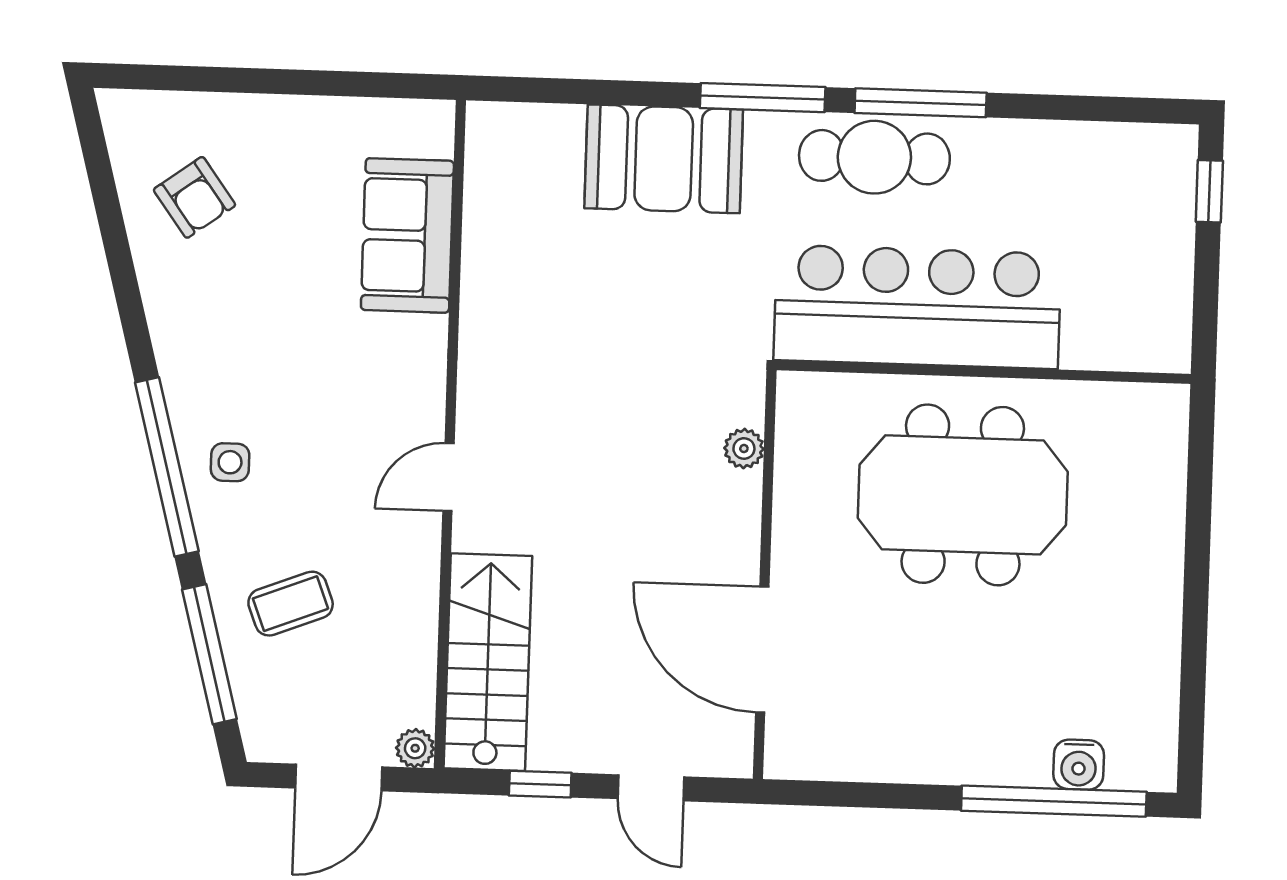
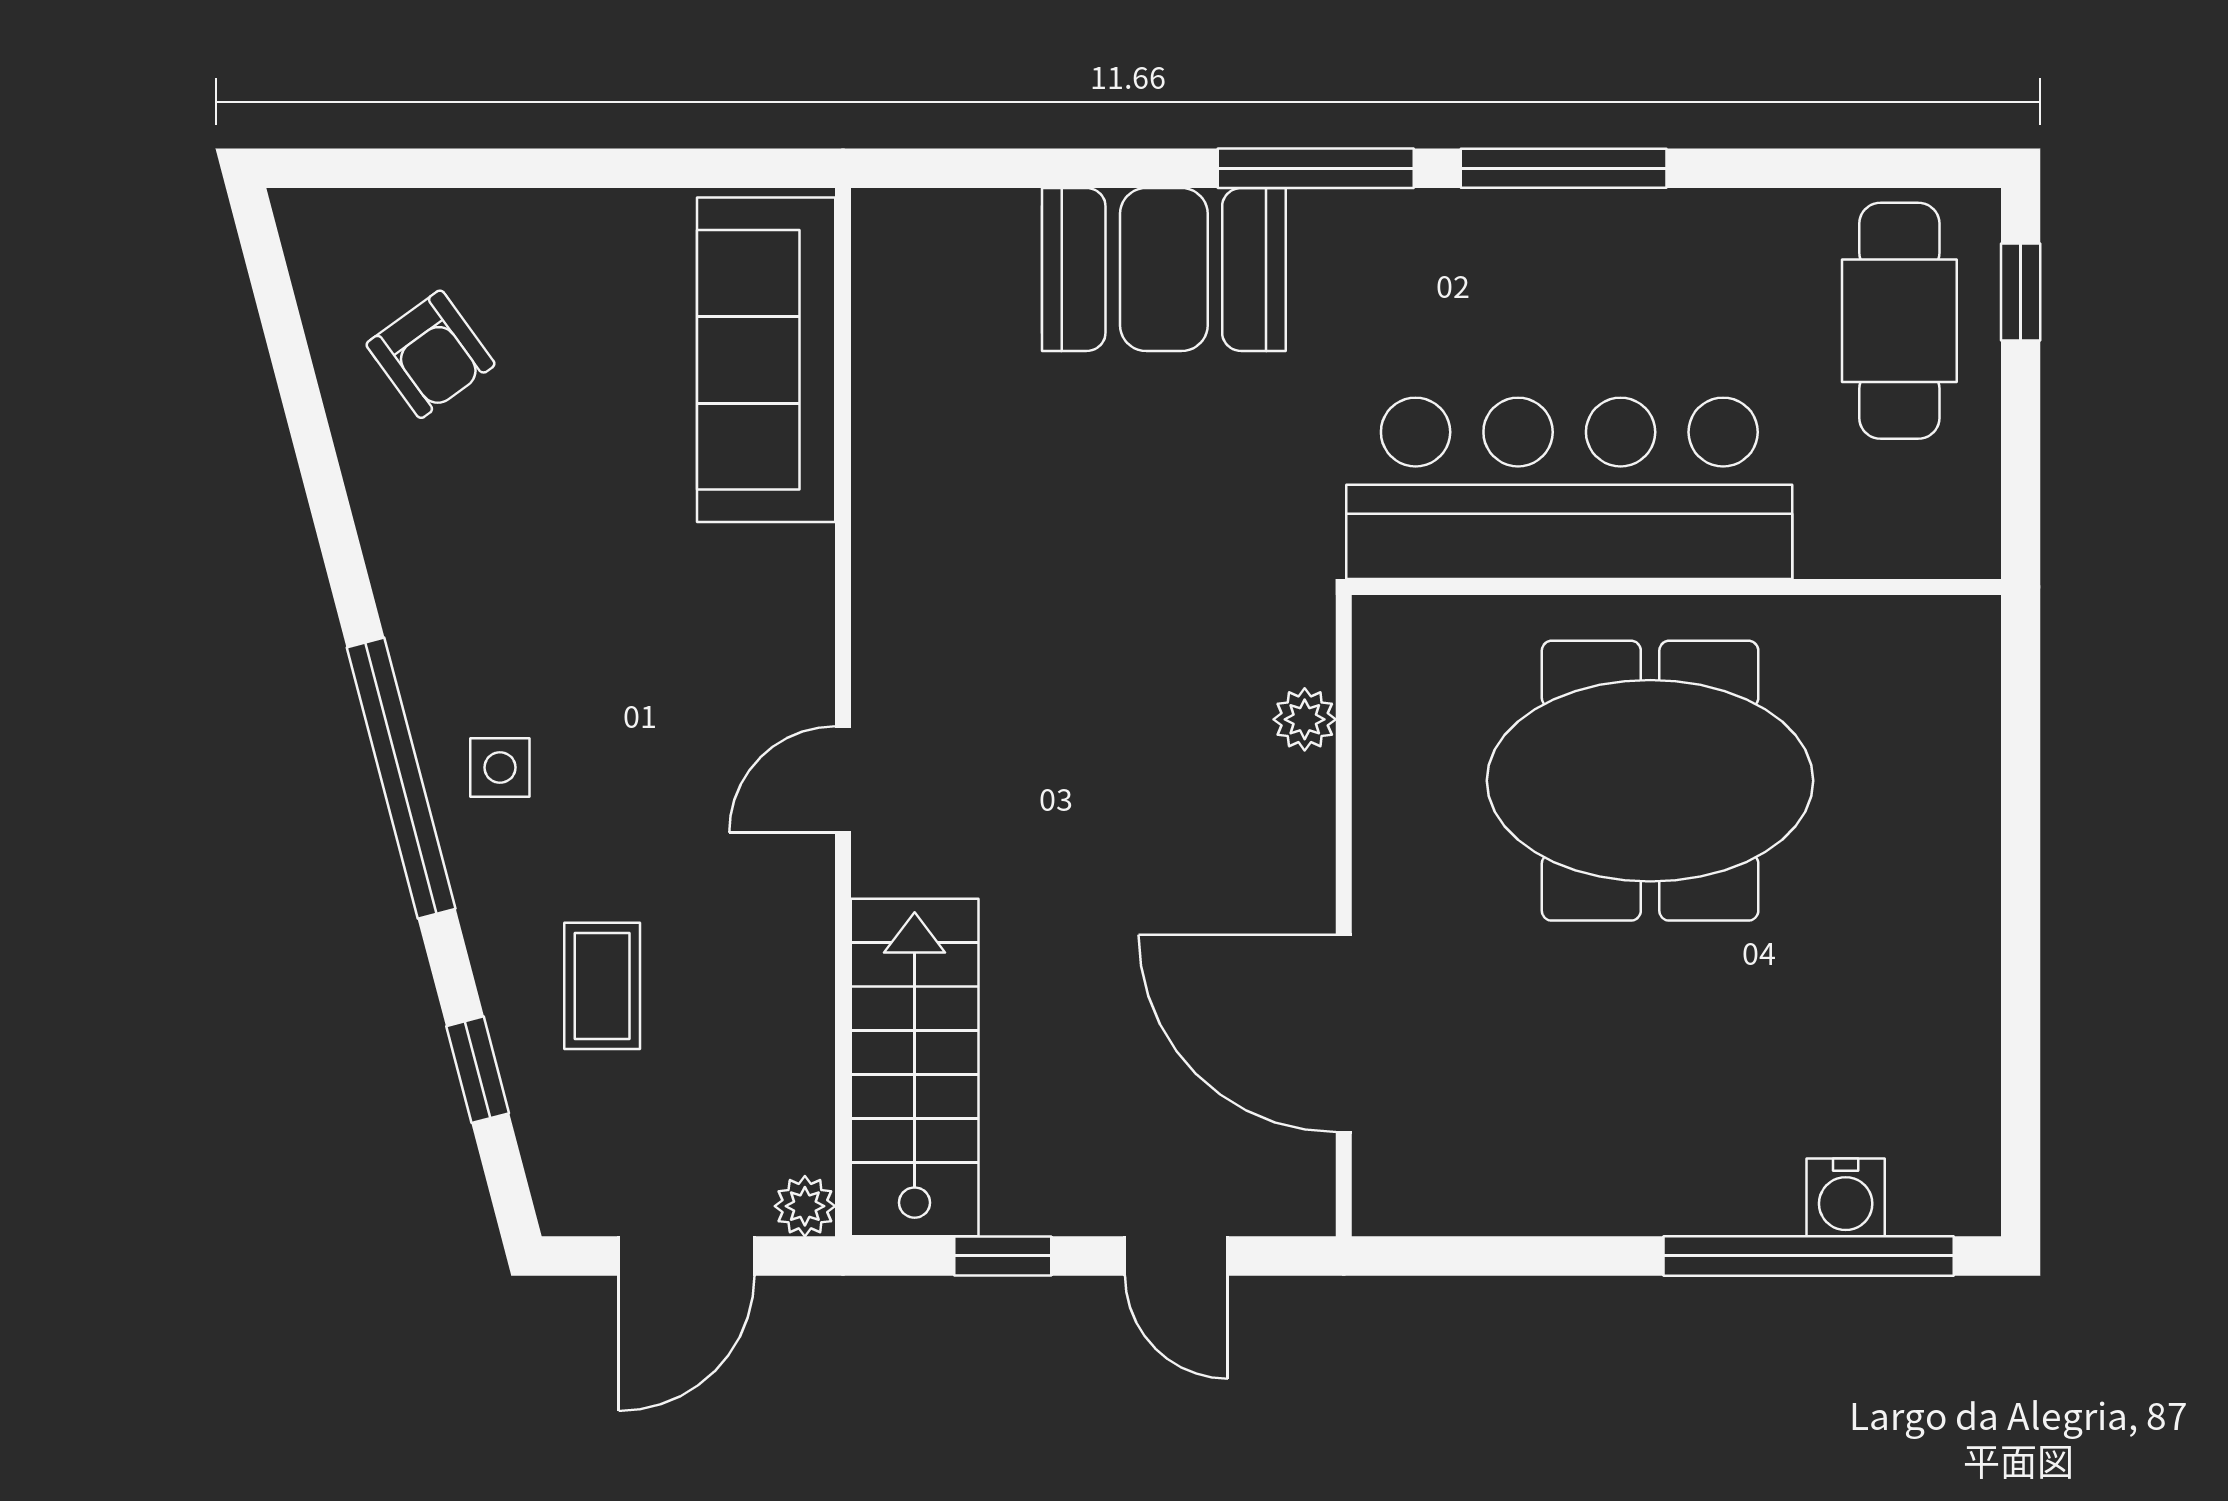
cafe table: (874, 157) -> (1899, 321), moved, turned 90
sofa: (407, 235) -> (766, 360), width x1.36
coffee table: (291, 604) -> (602, 986), turned -69
window: (209, 654) -> (478, 1070), width x0.46

